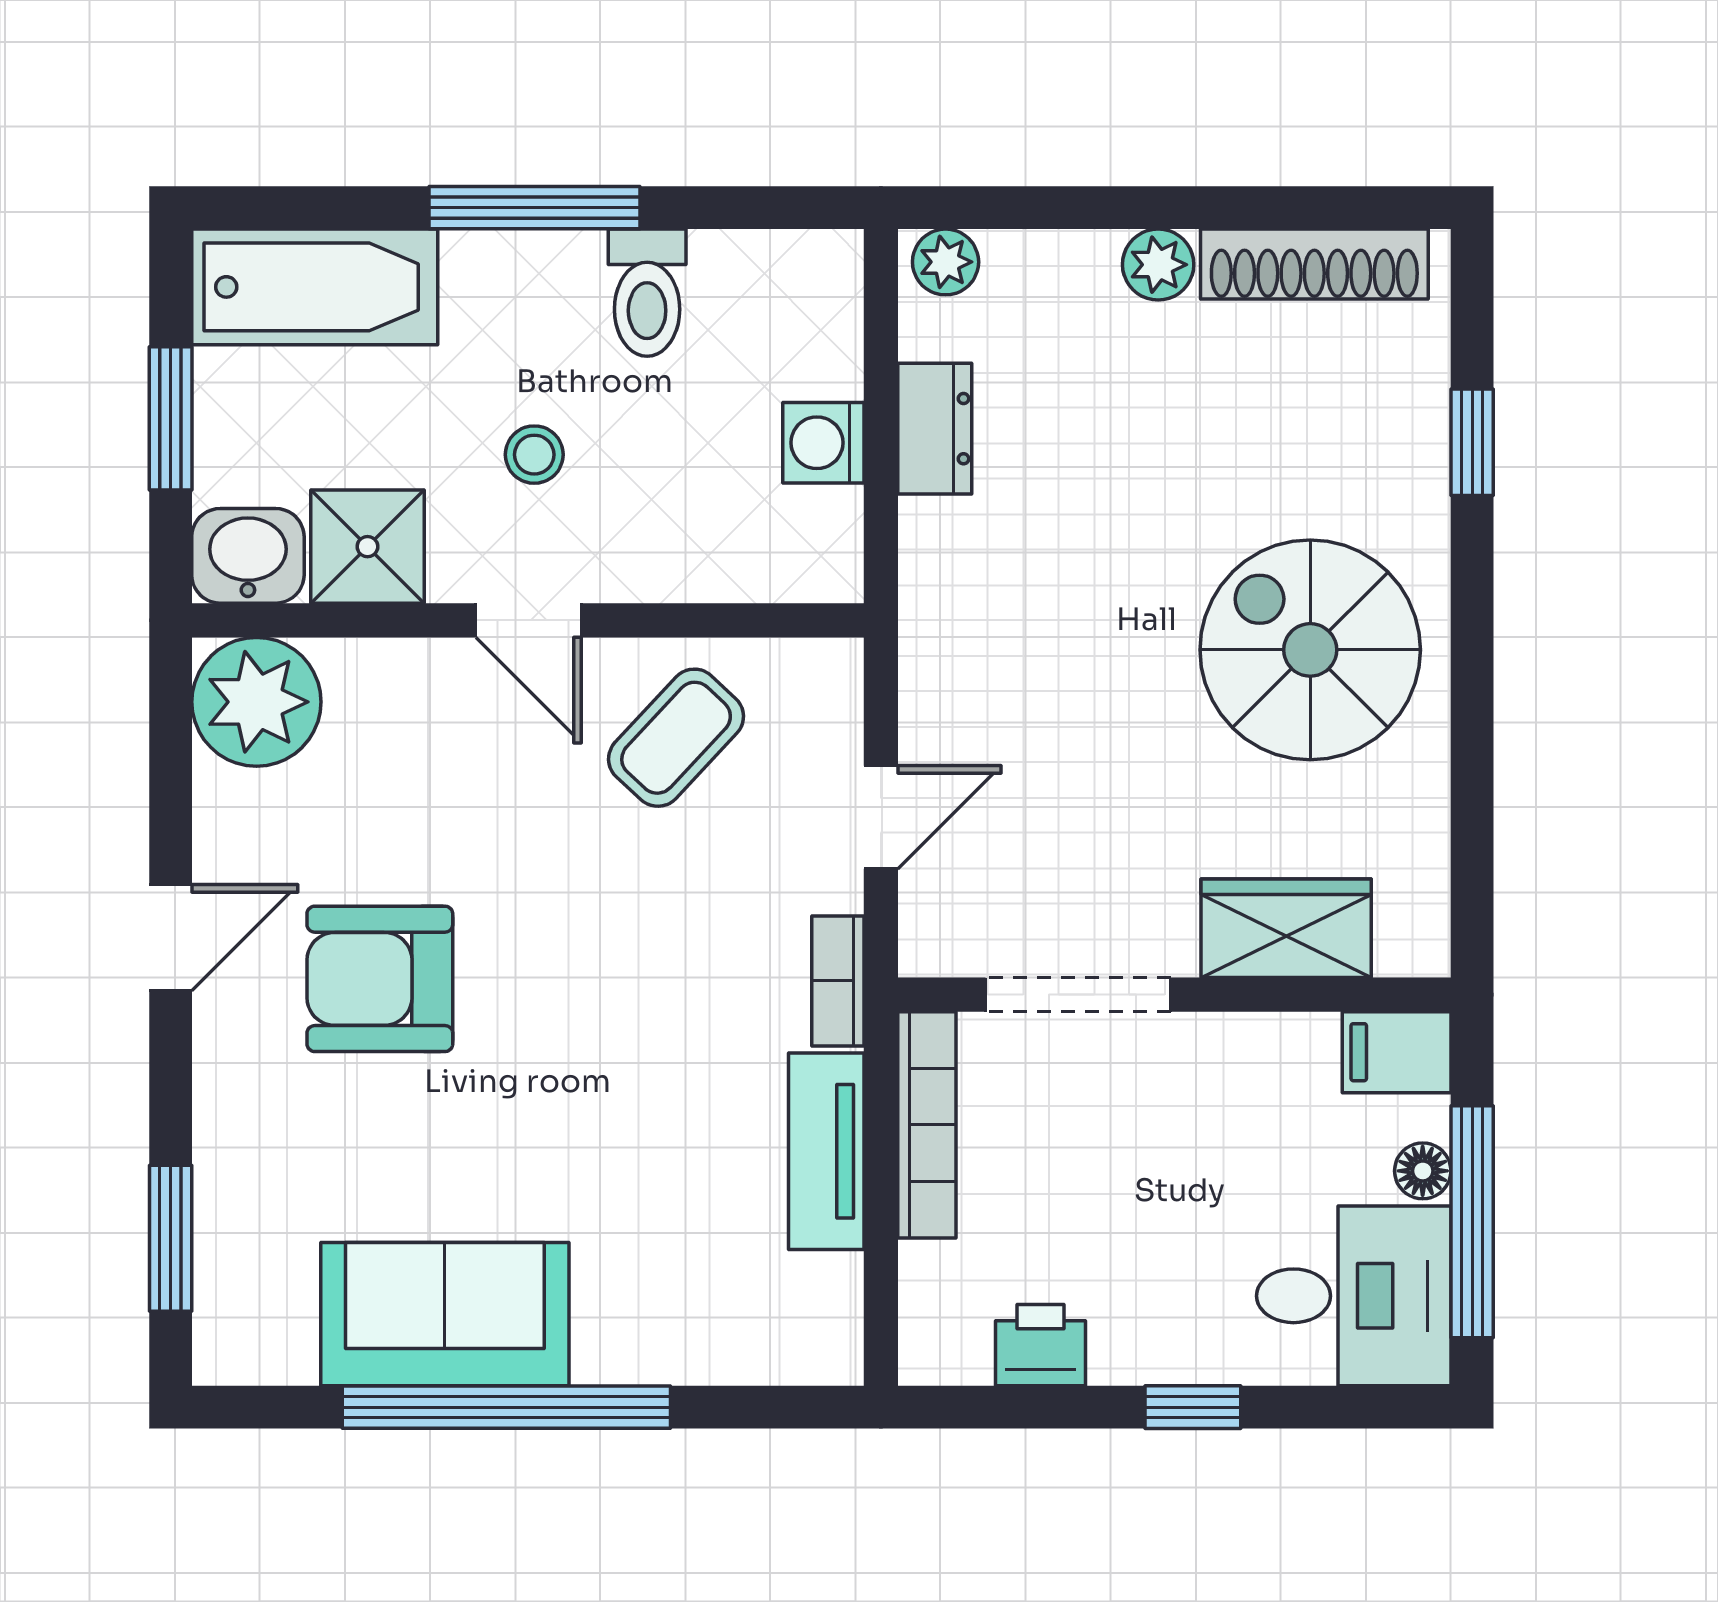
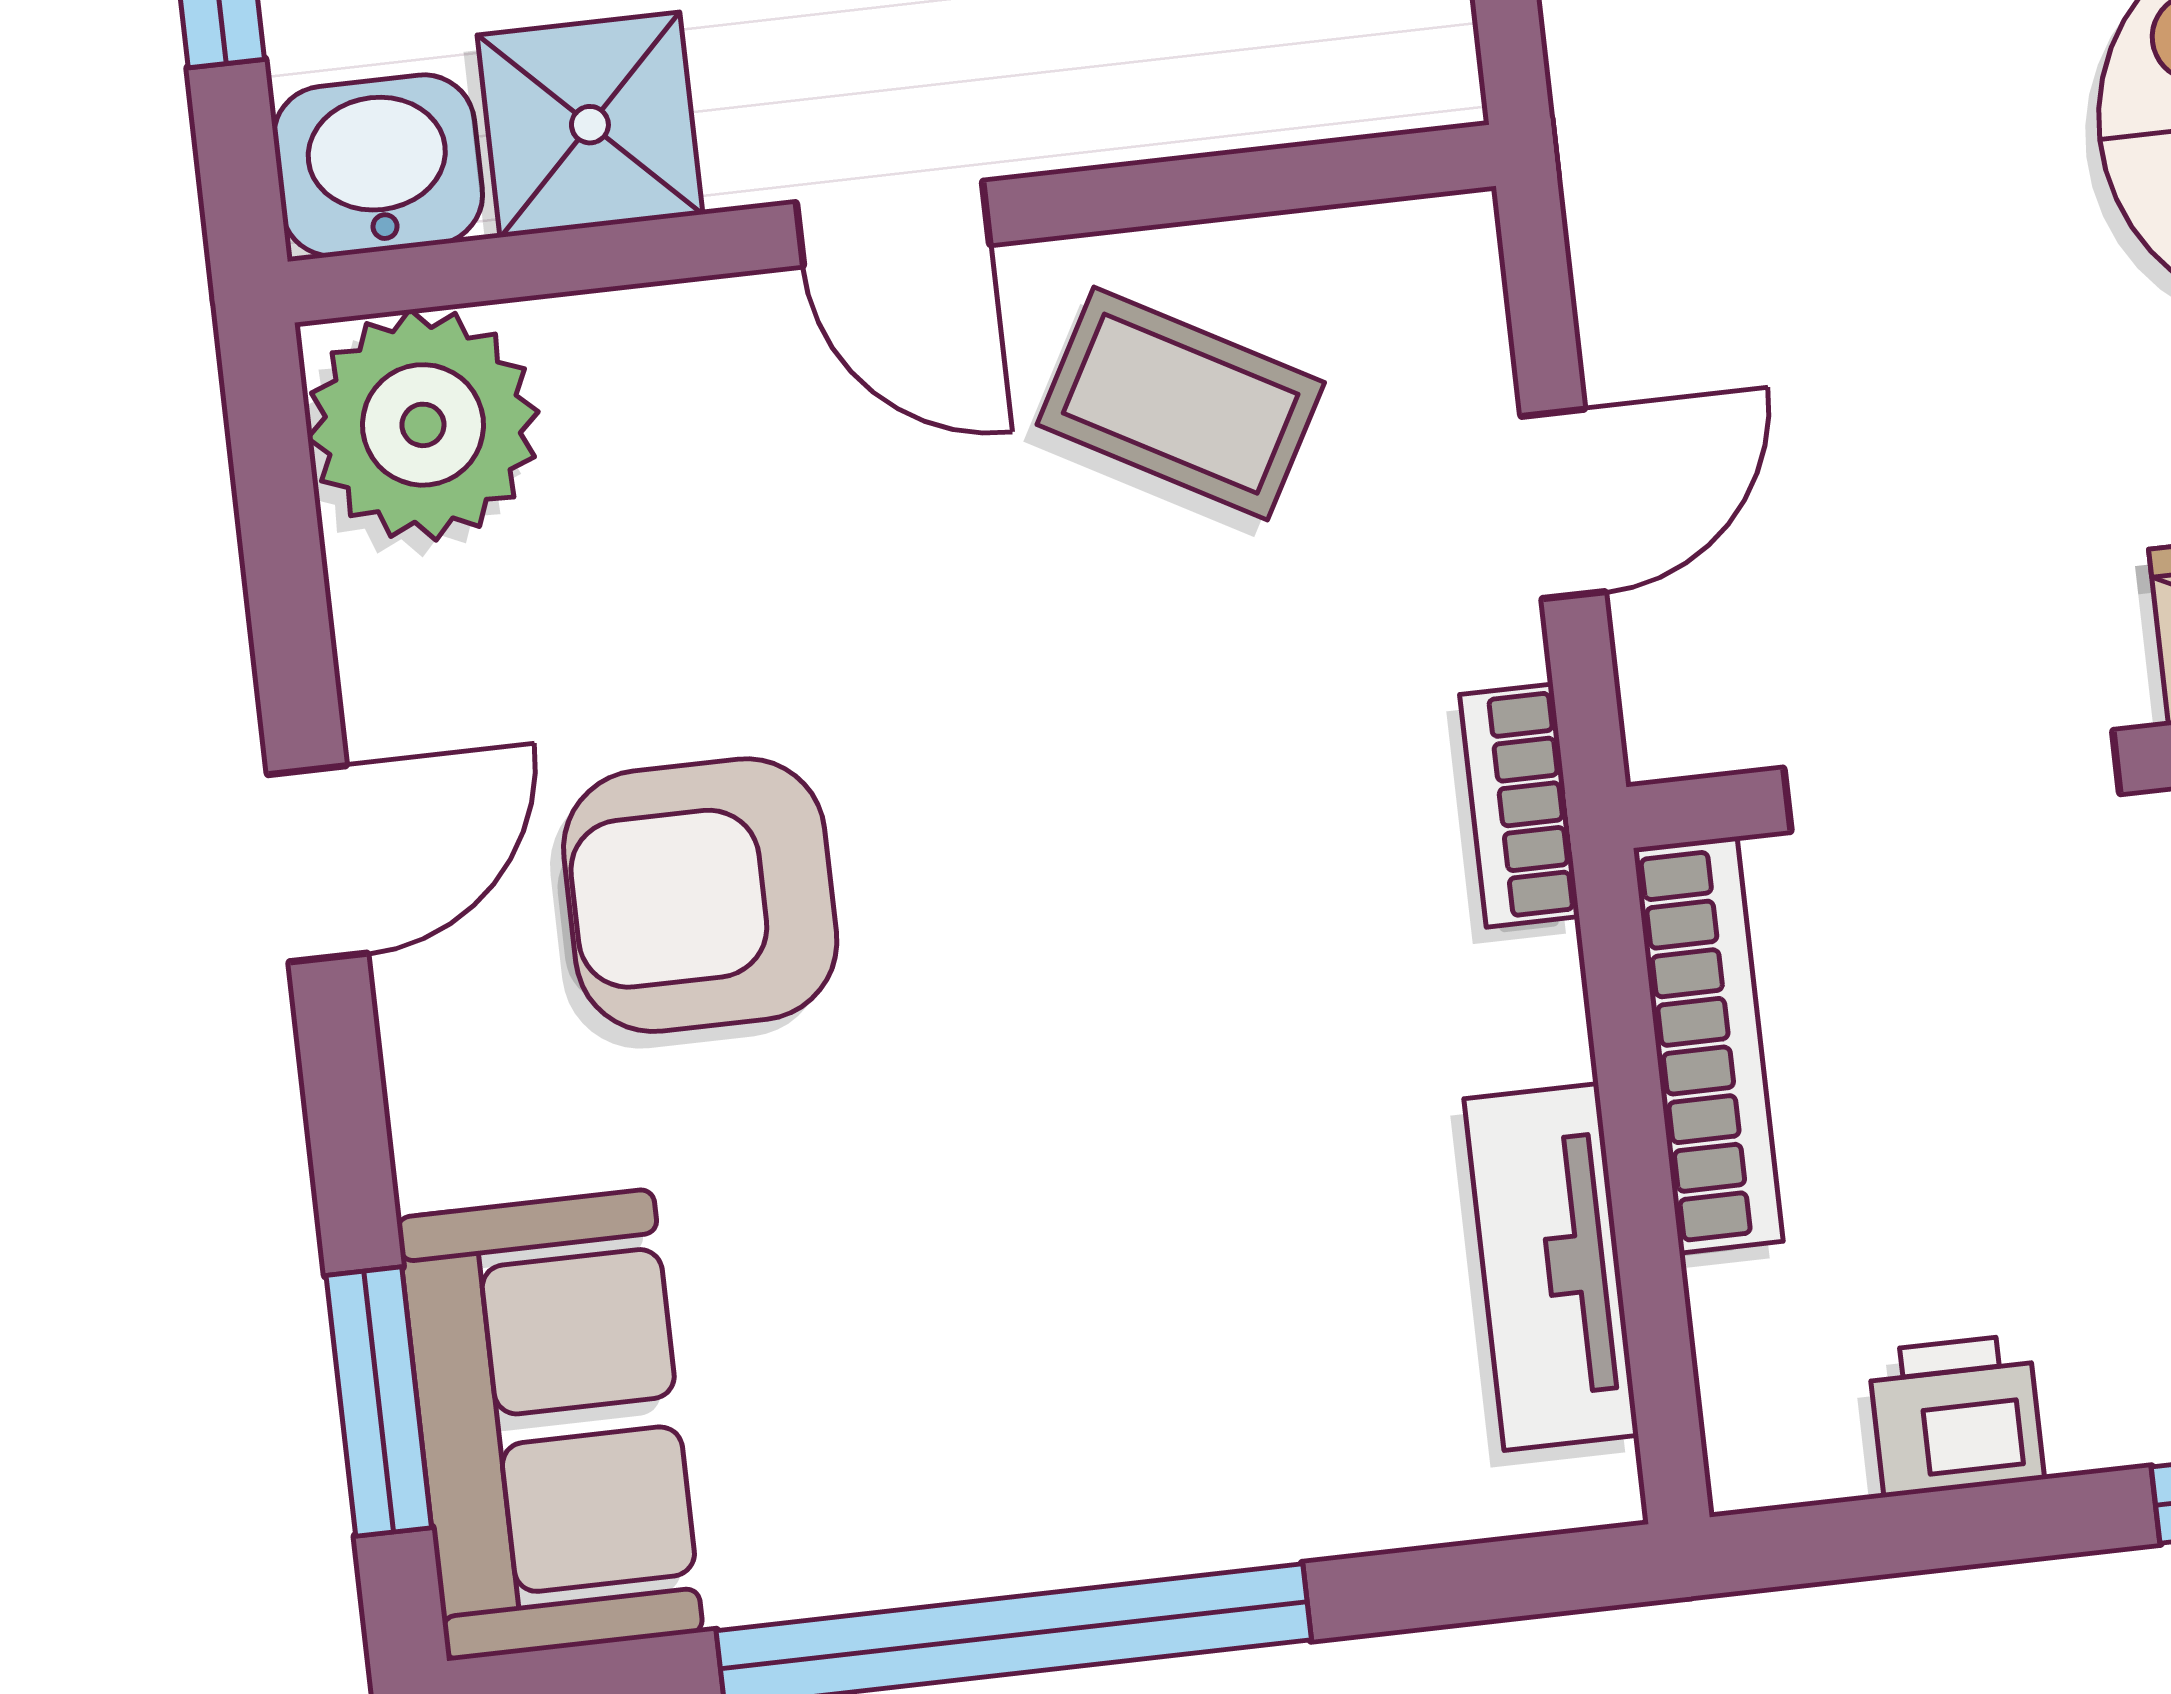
coffee table: (676, 738) -> (1181, 404), turned 76
tv unit: (826, 1151) -> (1551, 1267), moved
sofa: (445, 1314) -> (550, 1425), moved, turned 90

